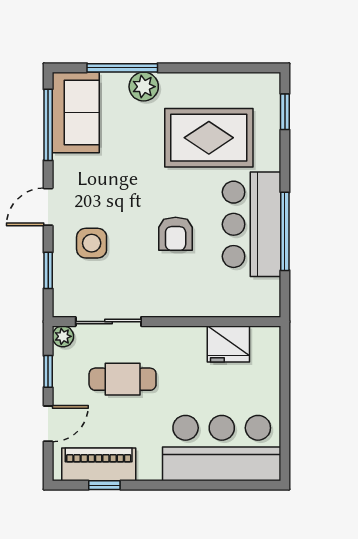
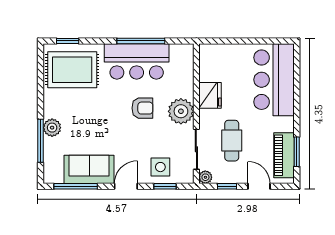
sofa: (76, 112) -> (89, 169), moved
rug: (209, 138) -> (72, 70), moved, turned 90
door: (48, 207) -> (126, 186), swing flipped
side table: (92, 243) -> (160, 167), moved
plant: (170, 296) -> (181, 111), added
fridge: (228, 344) -> (210, 95), moved
window: (104, 485) -> (297, 152), width x1.50

